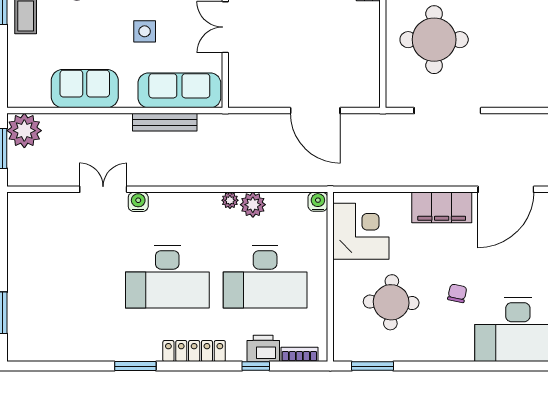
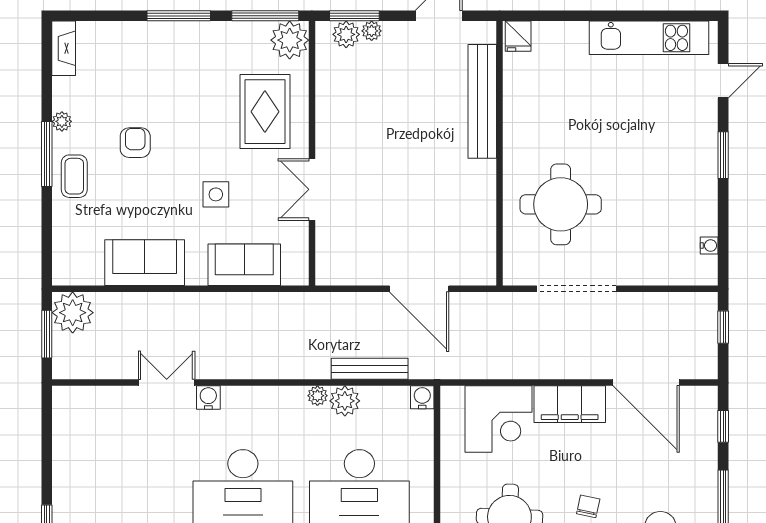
sofa: (179, 90) -> (244, 265), width x0.73
bench: (165, 122) -> (370, 369), moved
door: (506, 189) -> (646, 383), hinge flipped
corner desk: (361, 231) -> (499, 419), moved, turned 90

